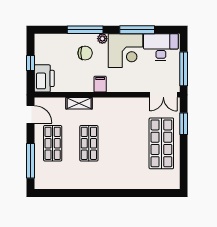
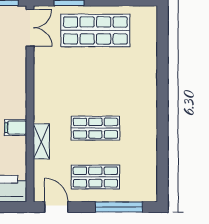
filing cabinet: (100, 84) -> (16, 128), moved
door: (30, 114) -> (56, 207), hinge flipped

